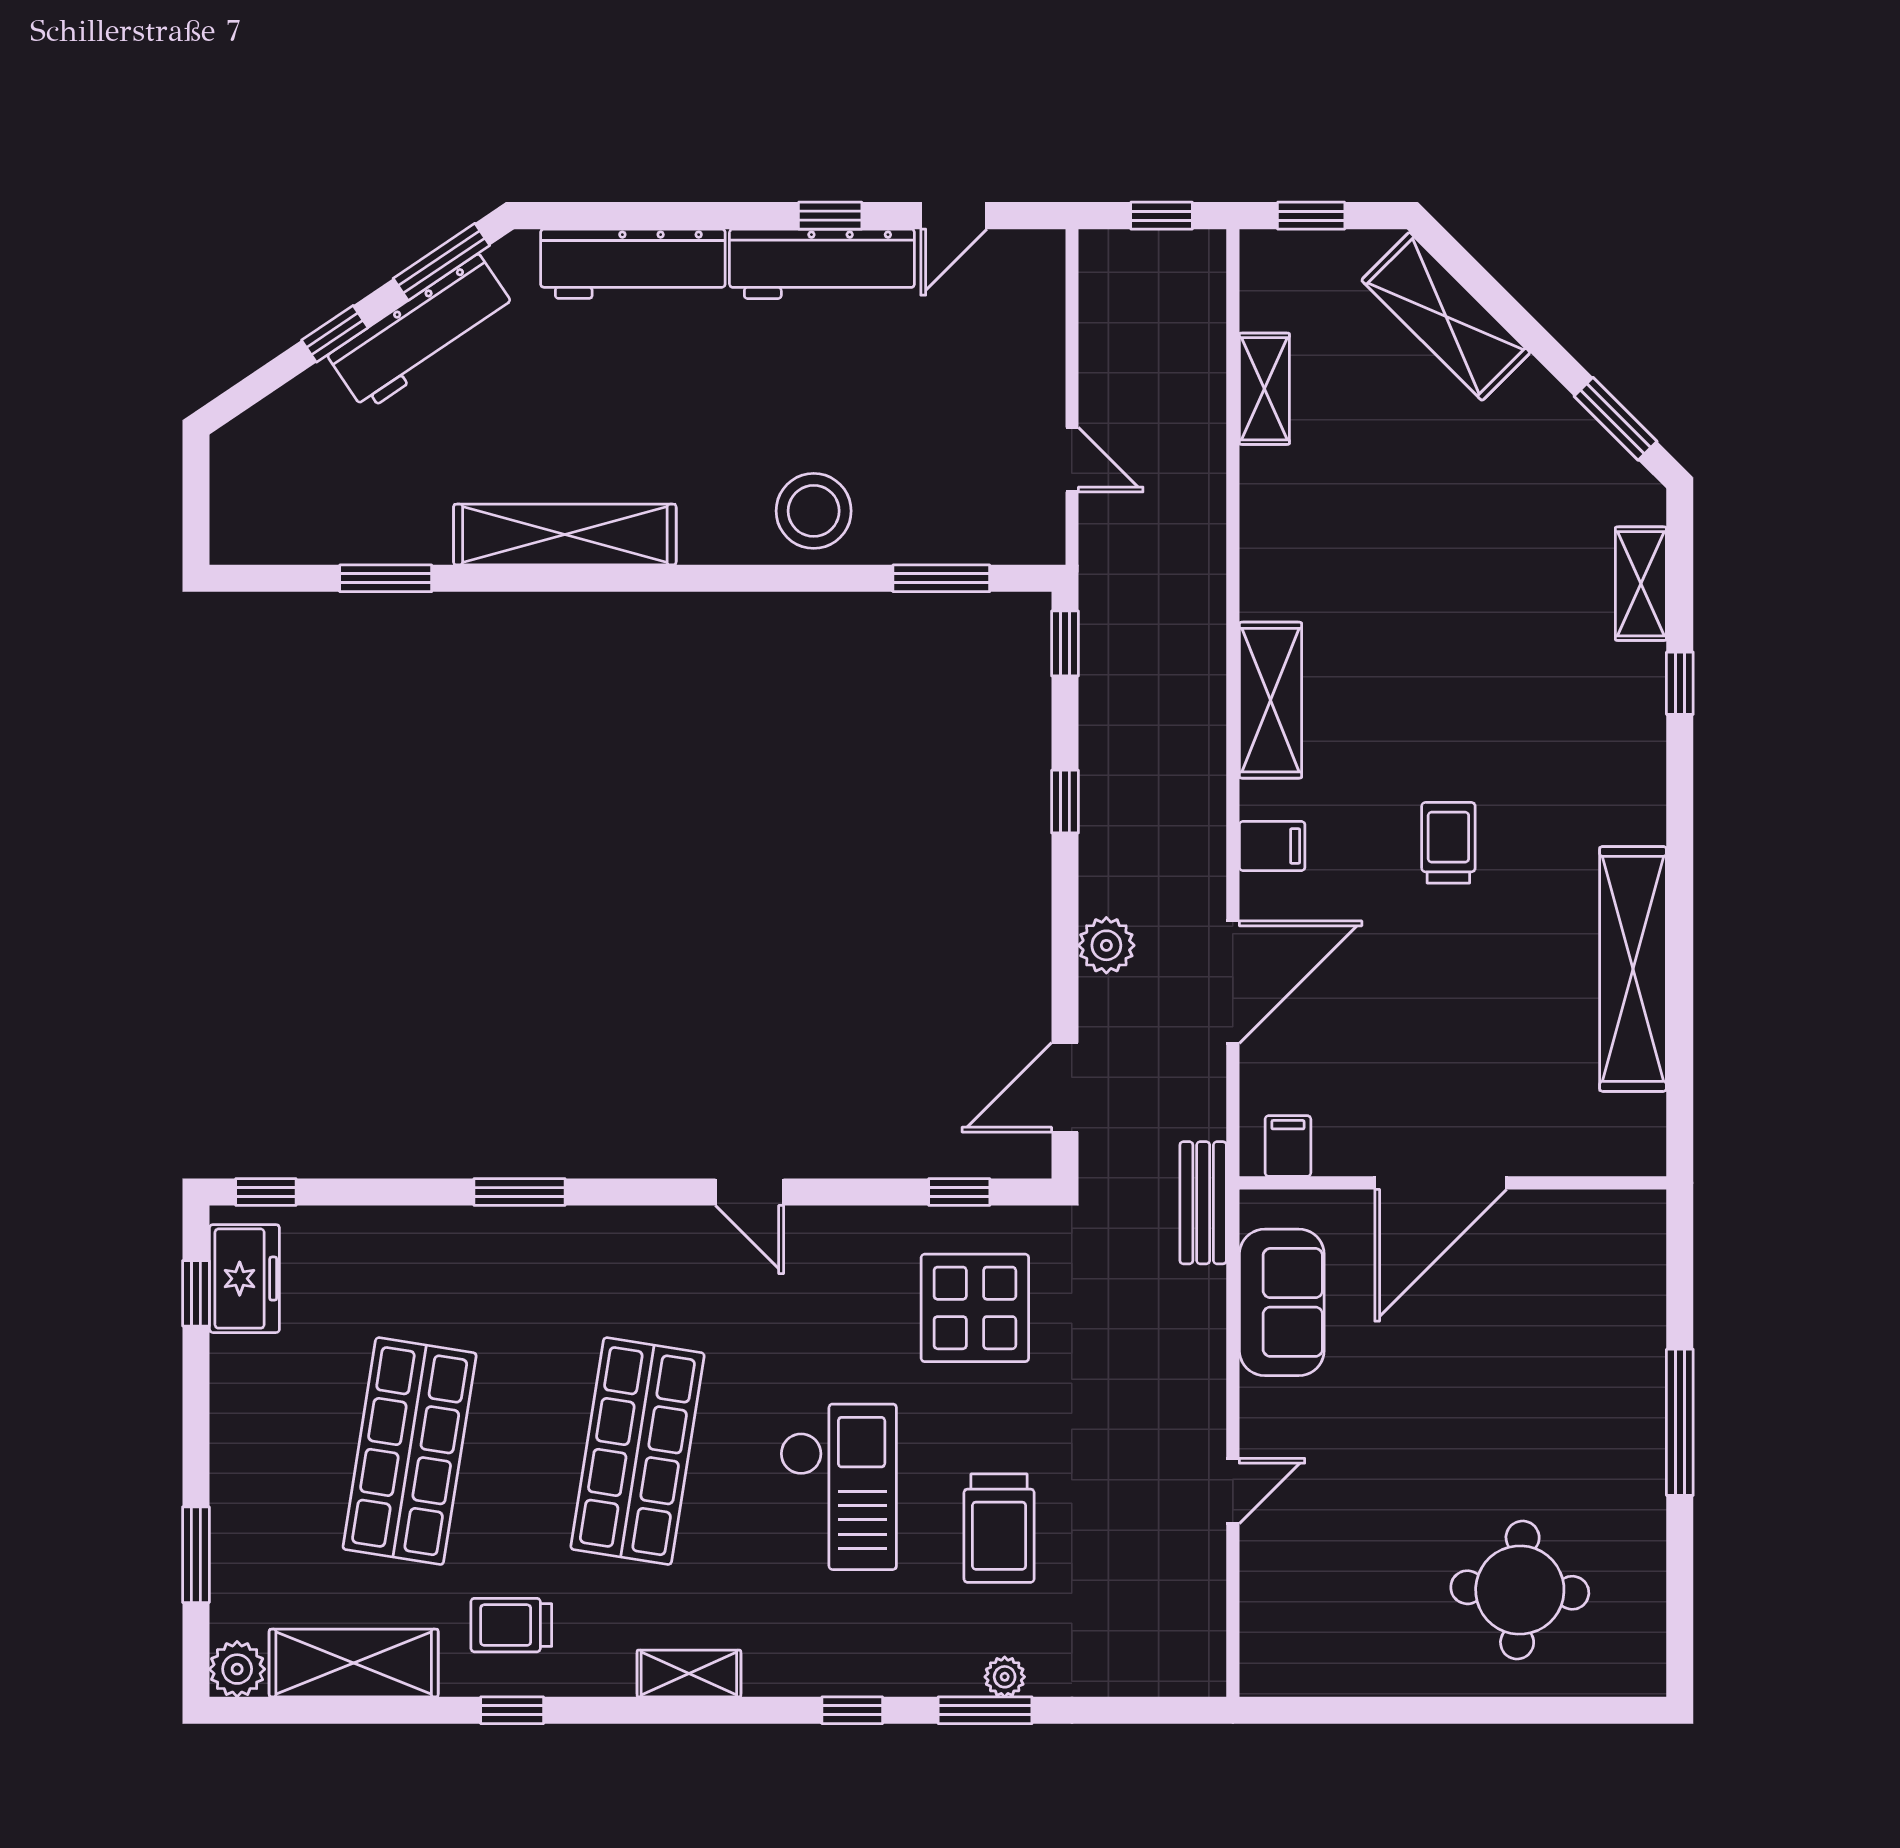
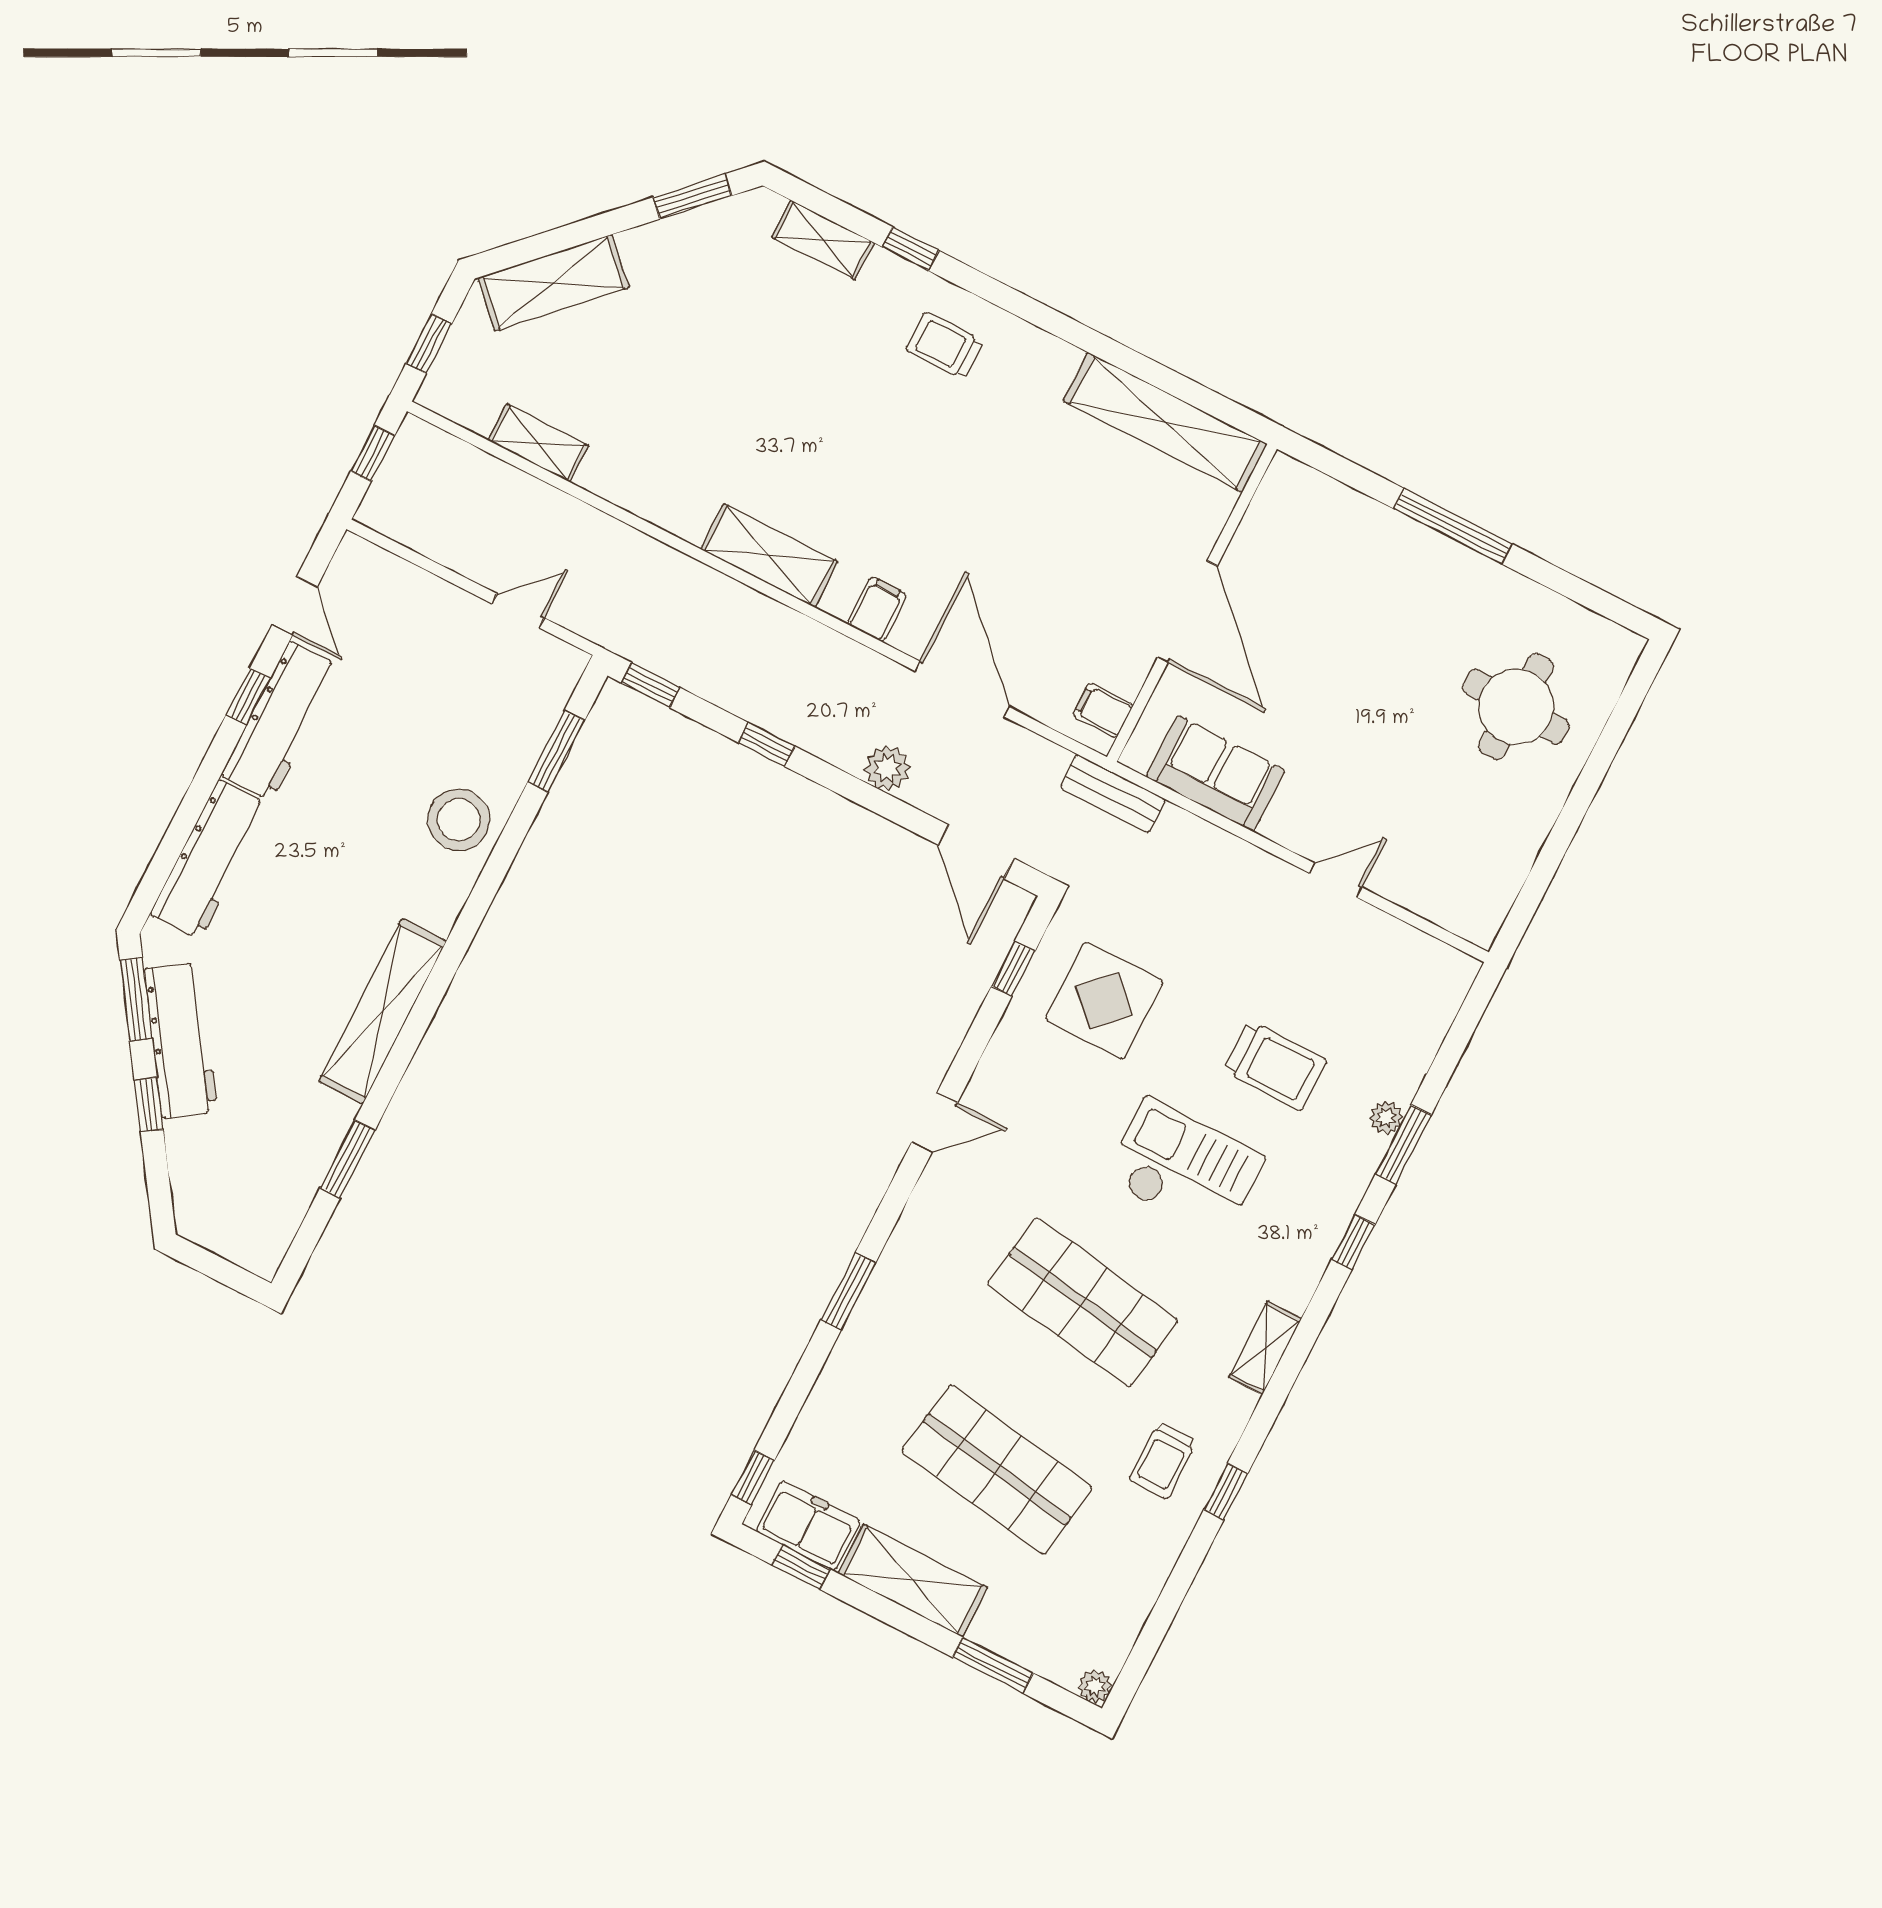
trolley: (1448, 843) -> (945, 346), moved
shelving: (1633, 969) -> (1165, 422), moved
door: (1233, 1491) -> (1336, 880), hinge flipped
shelving: (354, 1663) -> (913, 1580), moved, turned 90
plant: (237, 1669) -> (1095, 1686), width x0.73, depth x0.73

